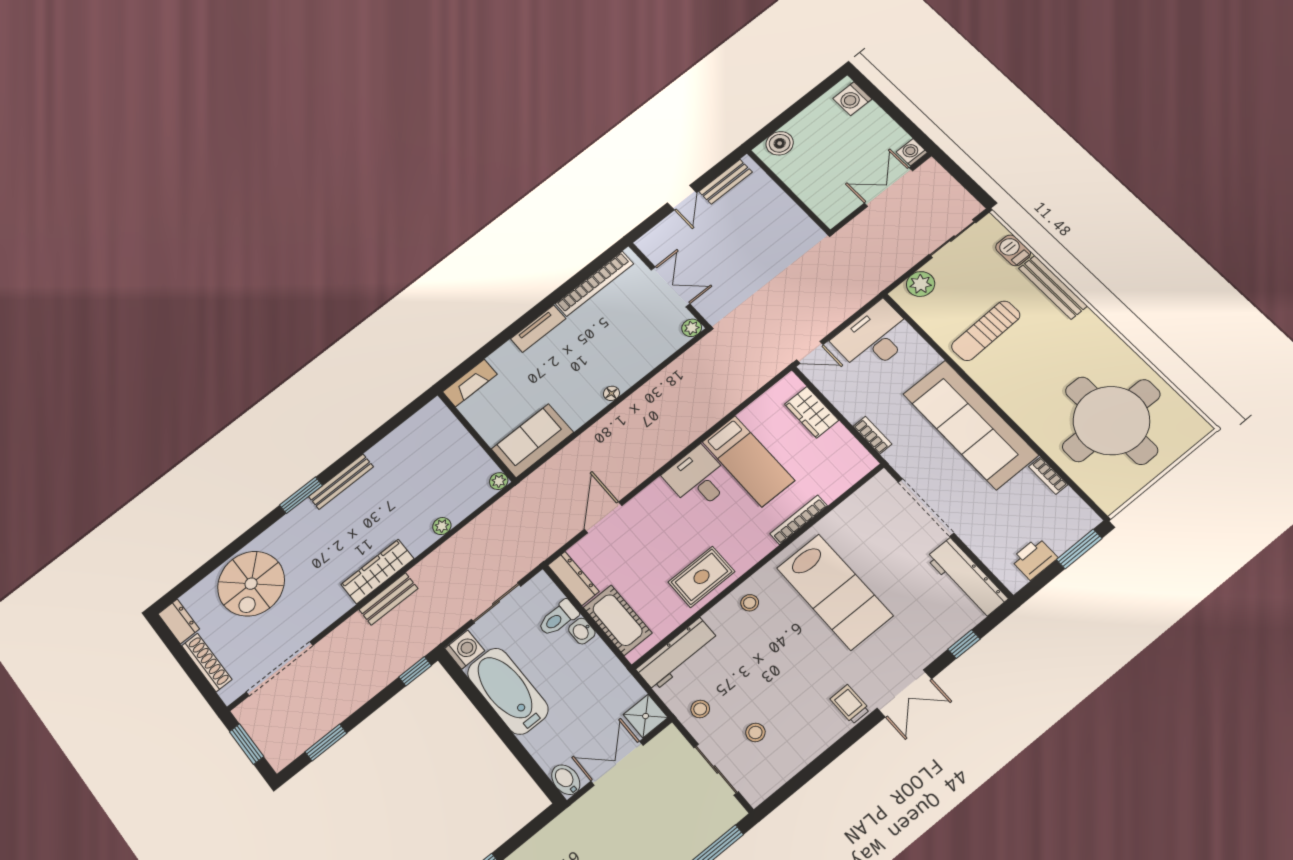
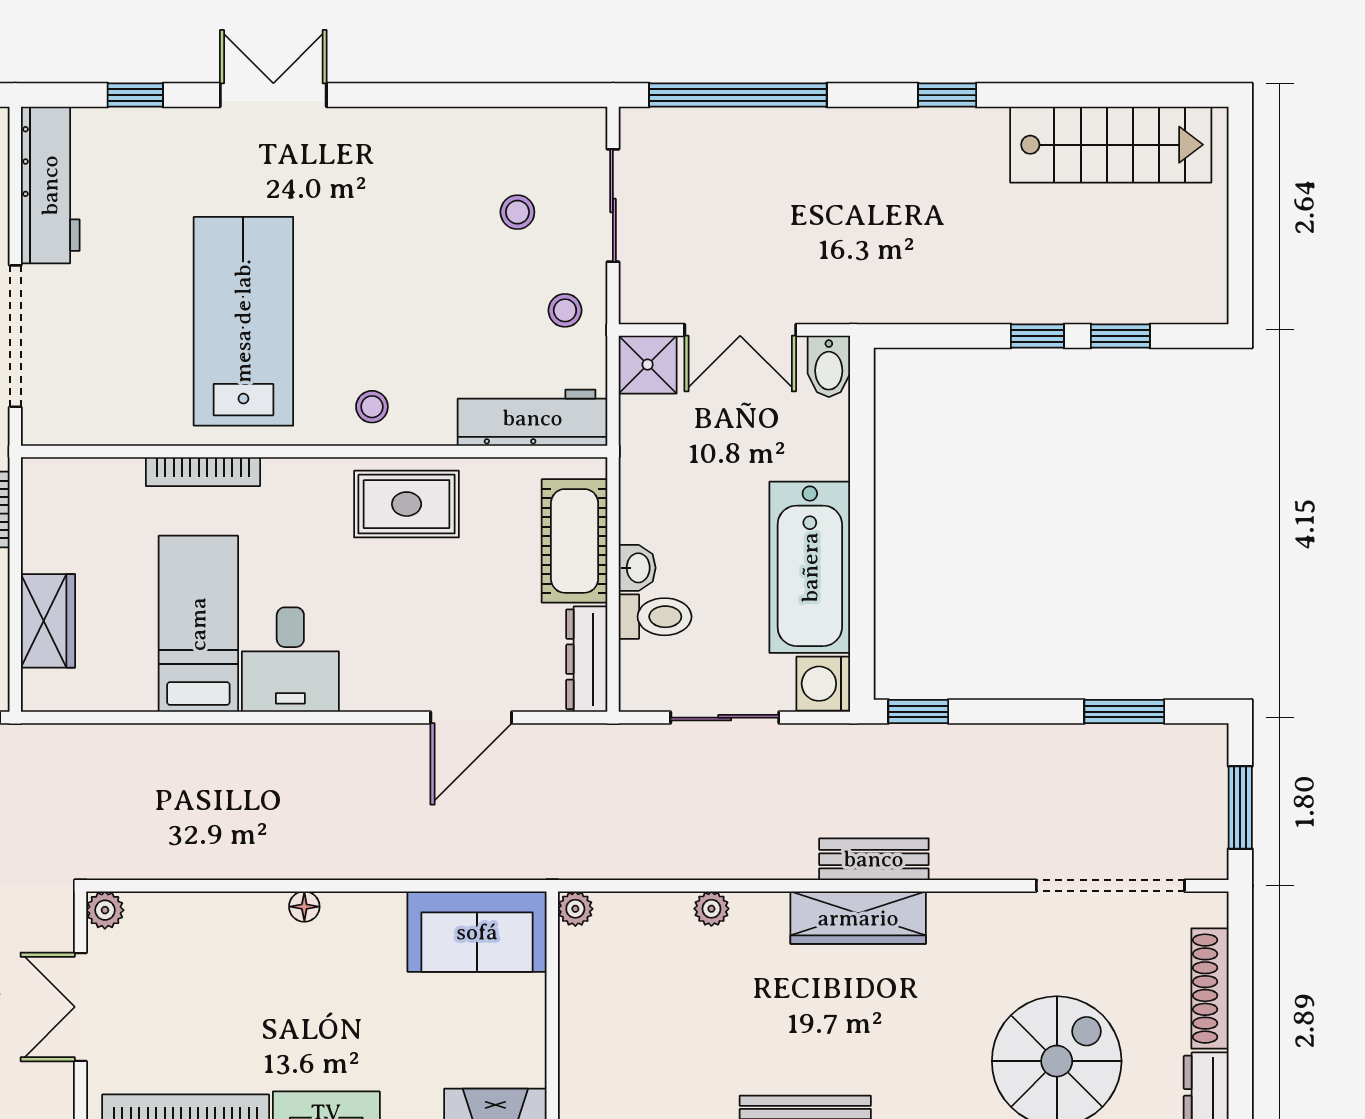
trolley: (850, 704) -> (358, 142), removed

